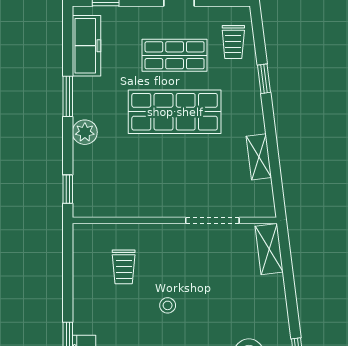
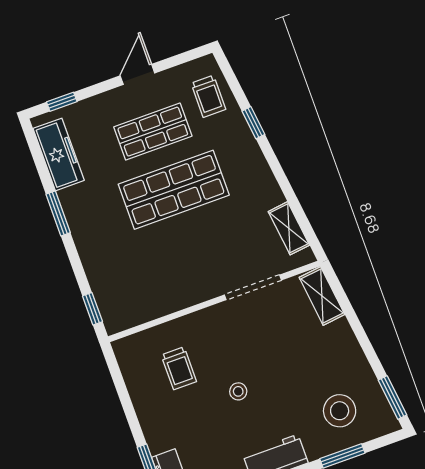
plant: (85, 132) -> (89, 244), removed
shelving: (259, 157) -> (289, 228), moved

